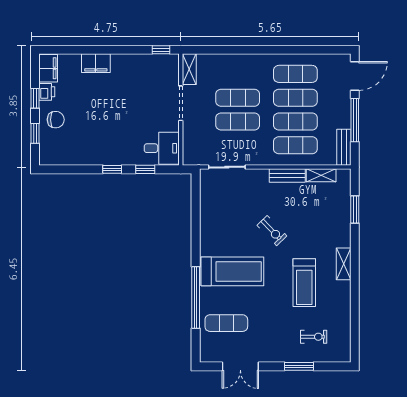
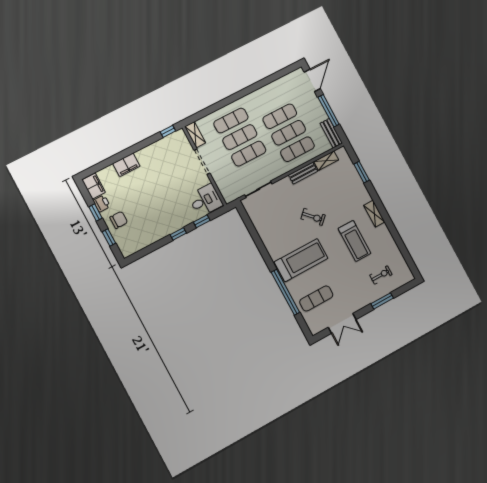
exercise mat: (295, 74) -> (231, 120), moved

